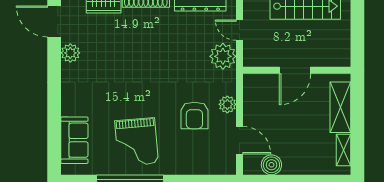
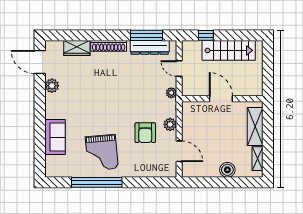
plant: (223, 56) -> (171, 93), width x0.53, depth x0.53
door: (295, 70) -> (221, 99), swing flipped
sofa: (74, 140) -> (55, 137), moved
boiler: (271, 165) -> (227, 170), moved

